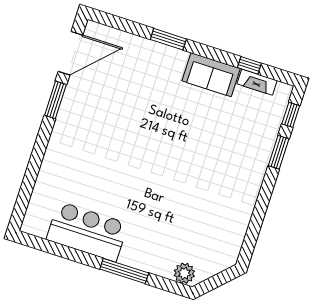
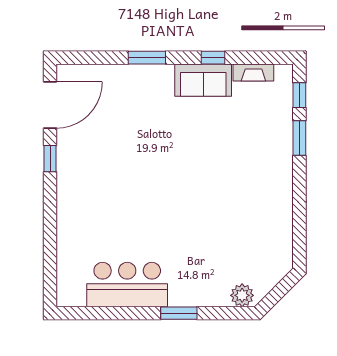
window: (249, 65) -> (213, 58), moved
window: (55, 100) -> (50, 159), width x0.67
window: (124, 271) -> (179, 313), width x0.69

